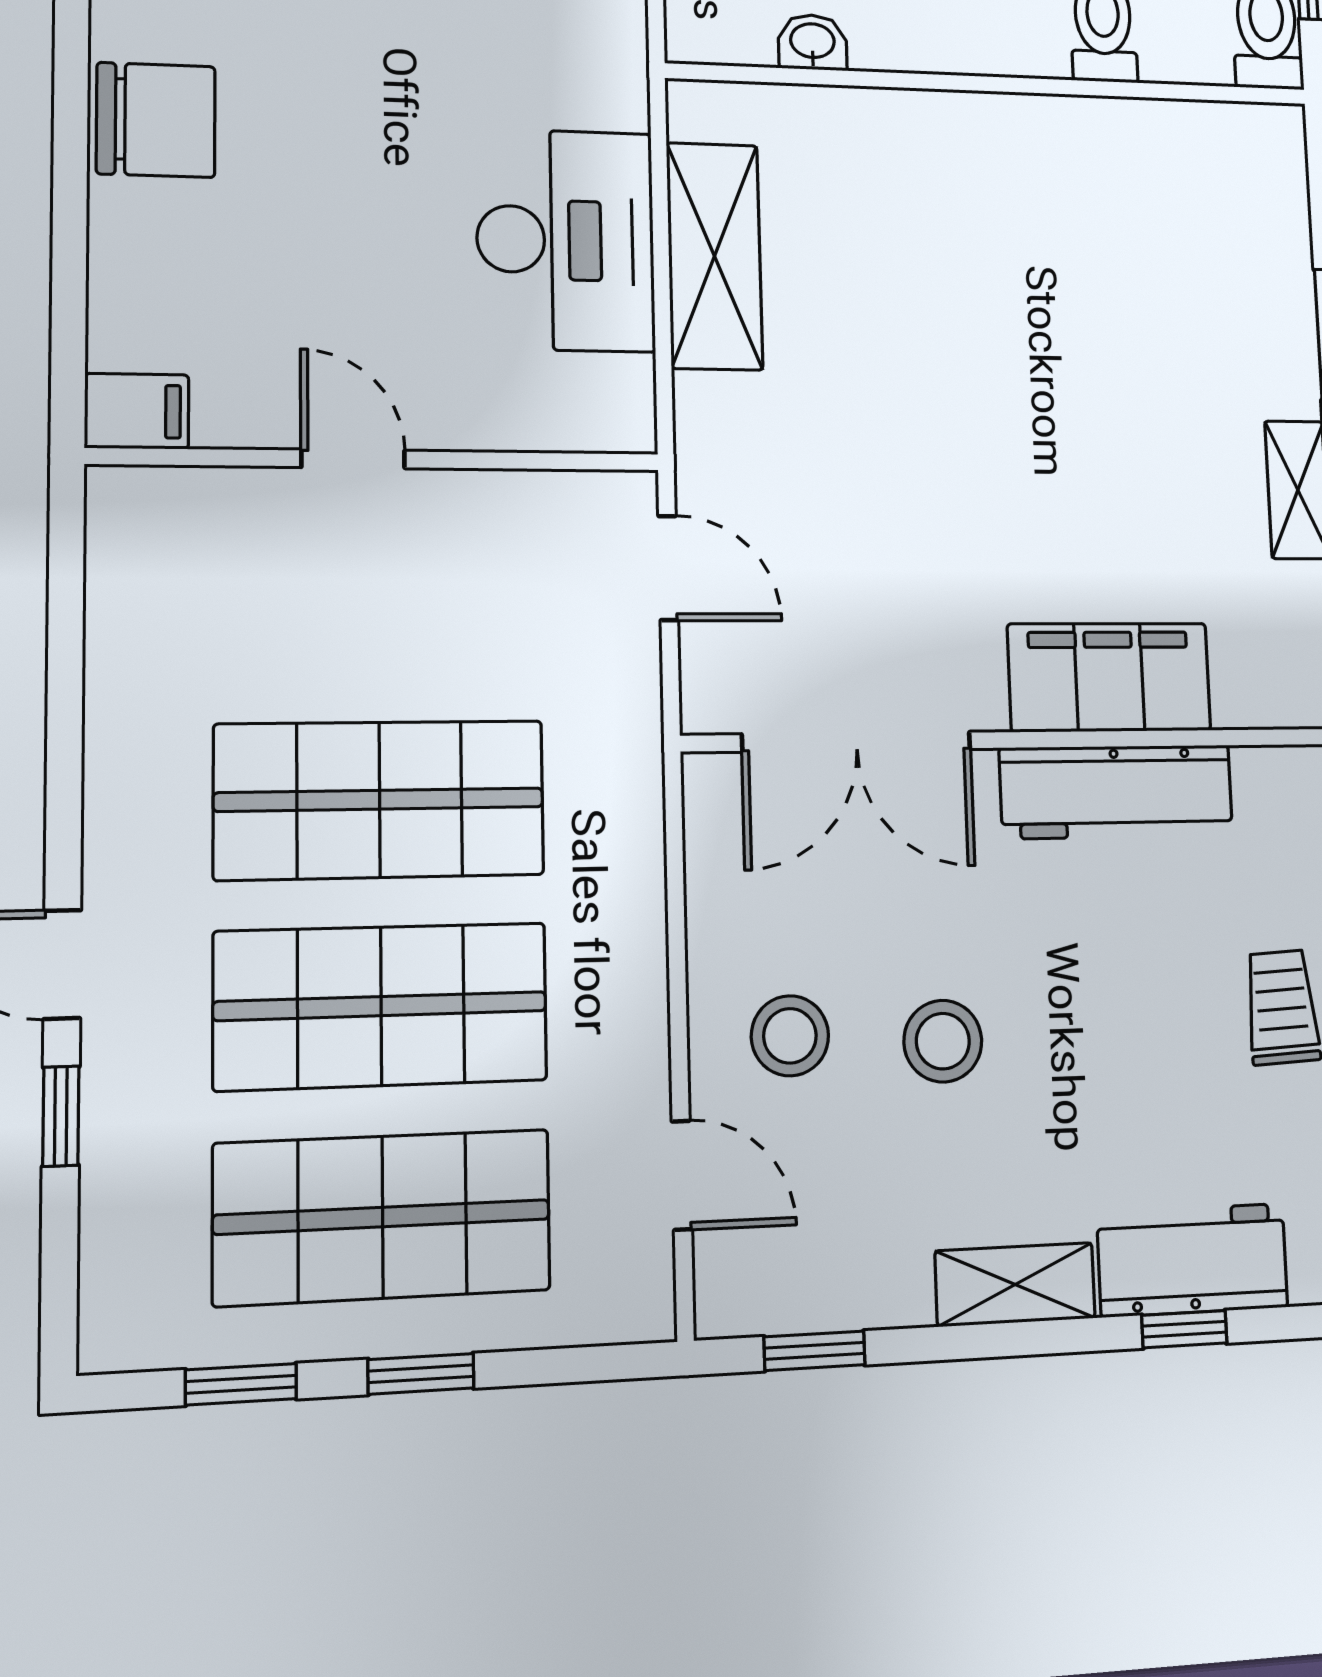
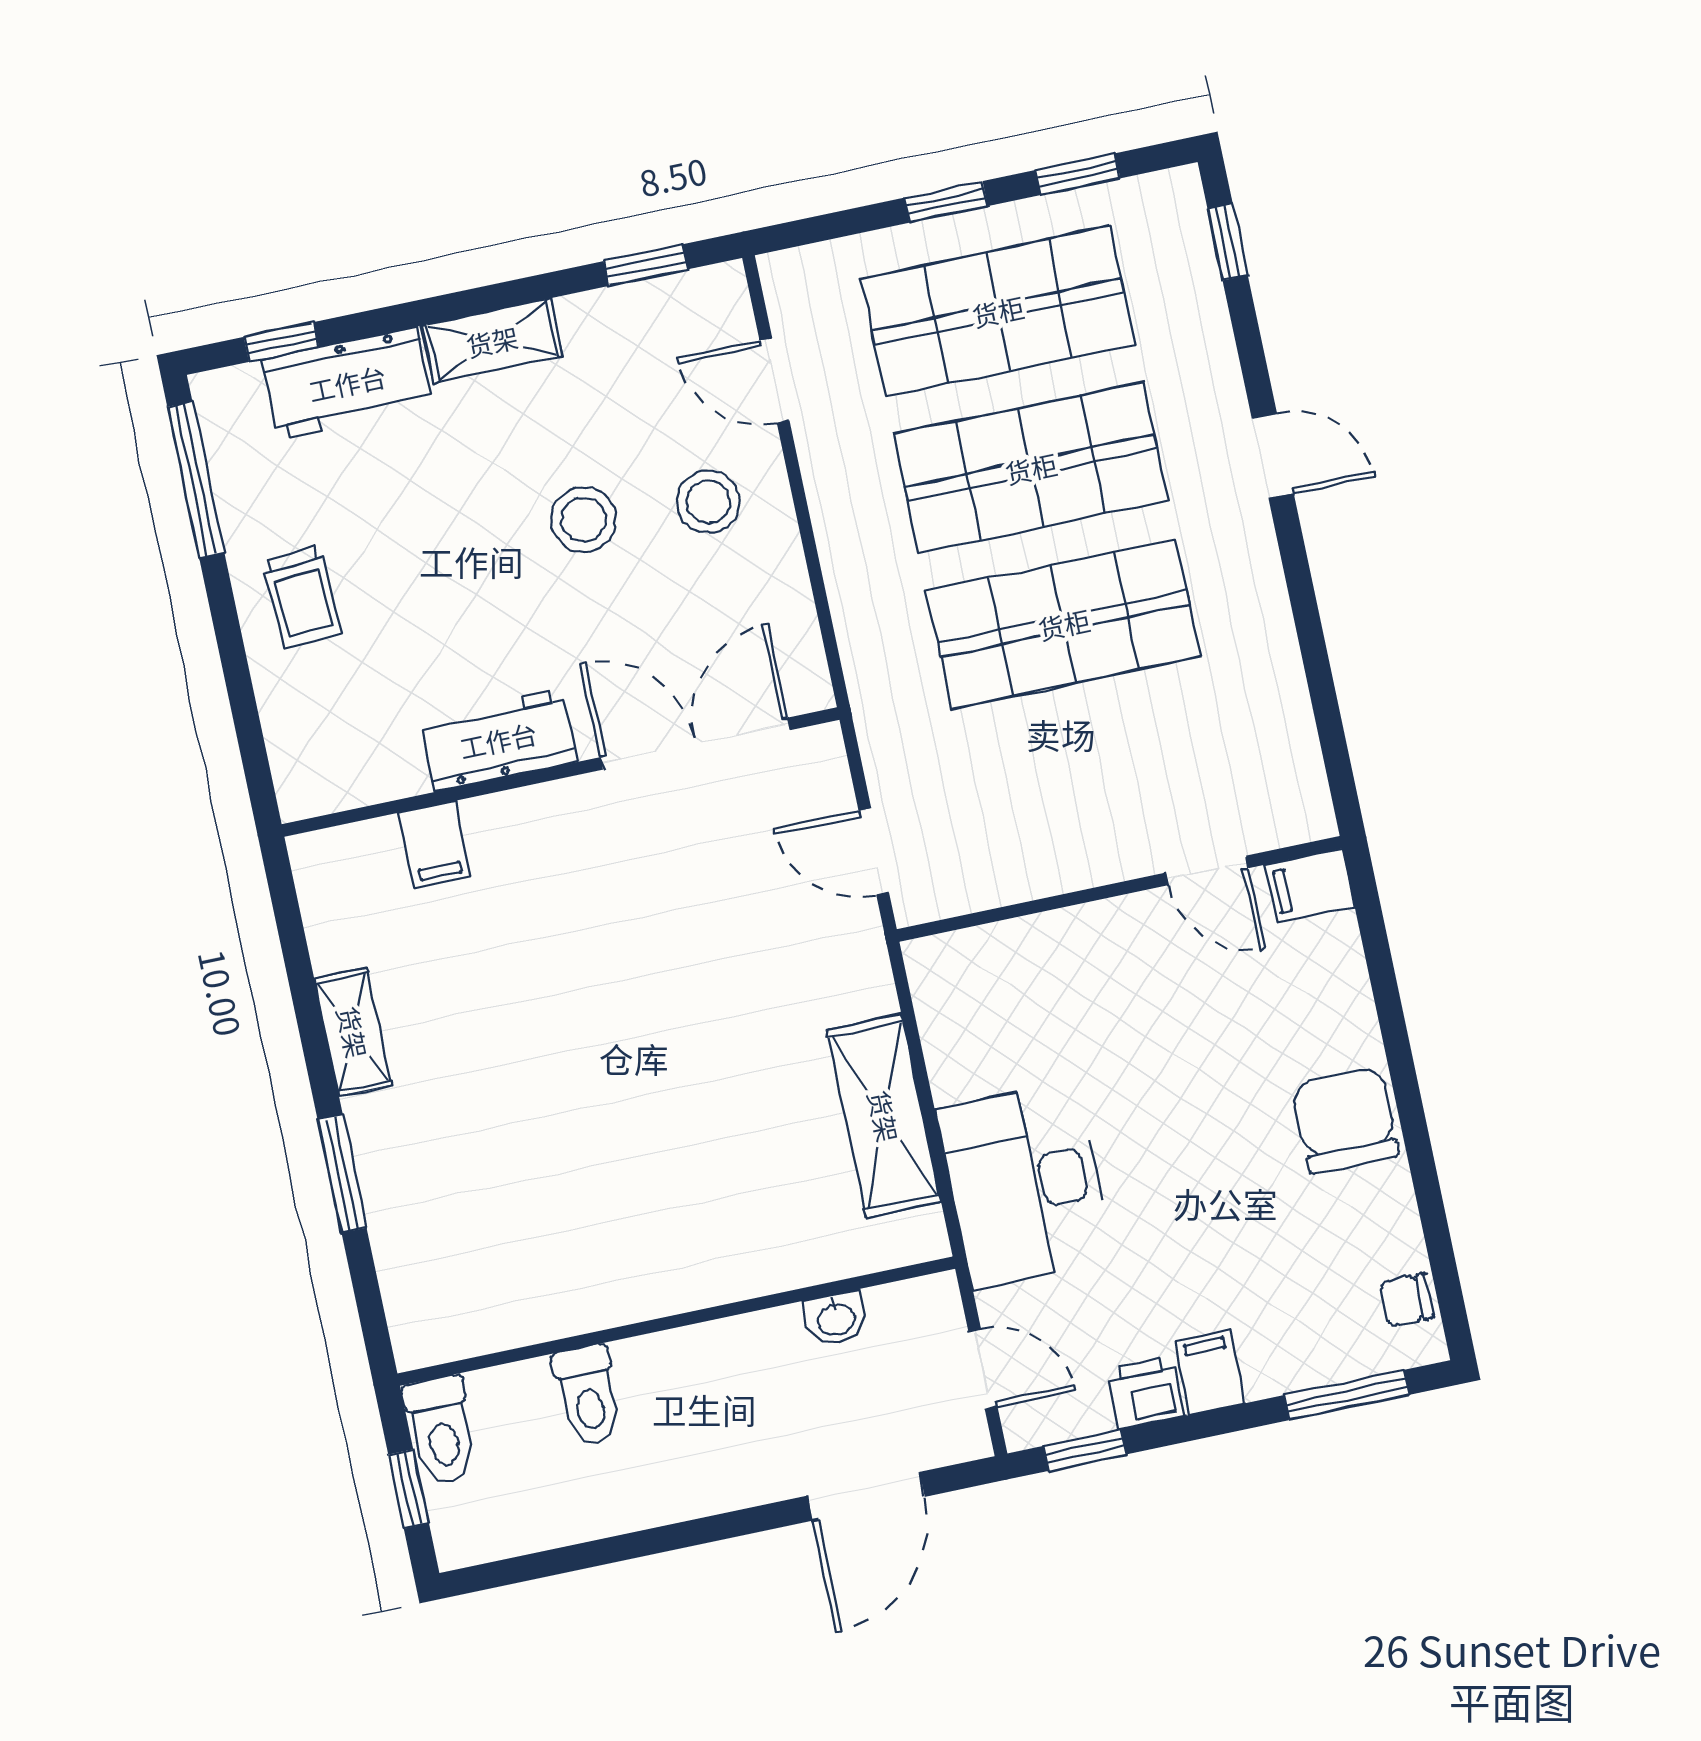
chair: (156, 120) -> (1346, 1120), turned 90
desk: (566, 240) -> (1025, 1185), moved
door: (353, 459) -> (1207, 870), moved
filing cabinet: (1109, 677) -> (435, 844), width x0.33, depth x0.86
workbench: (1116, 792) -> (498, 740), width x0.73
window: (61, 1116) -> (1228, 242), moved
window: (1184, 1329) -> (281, 342), moved

